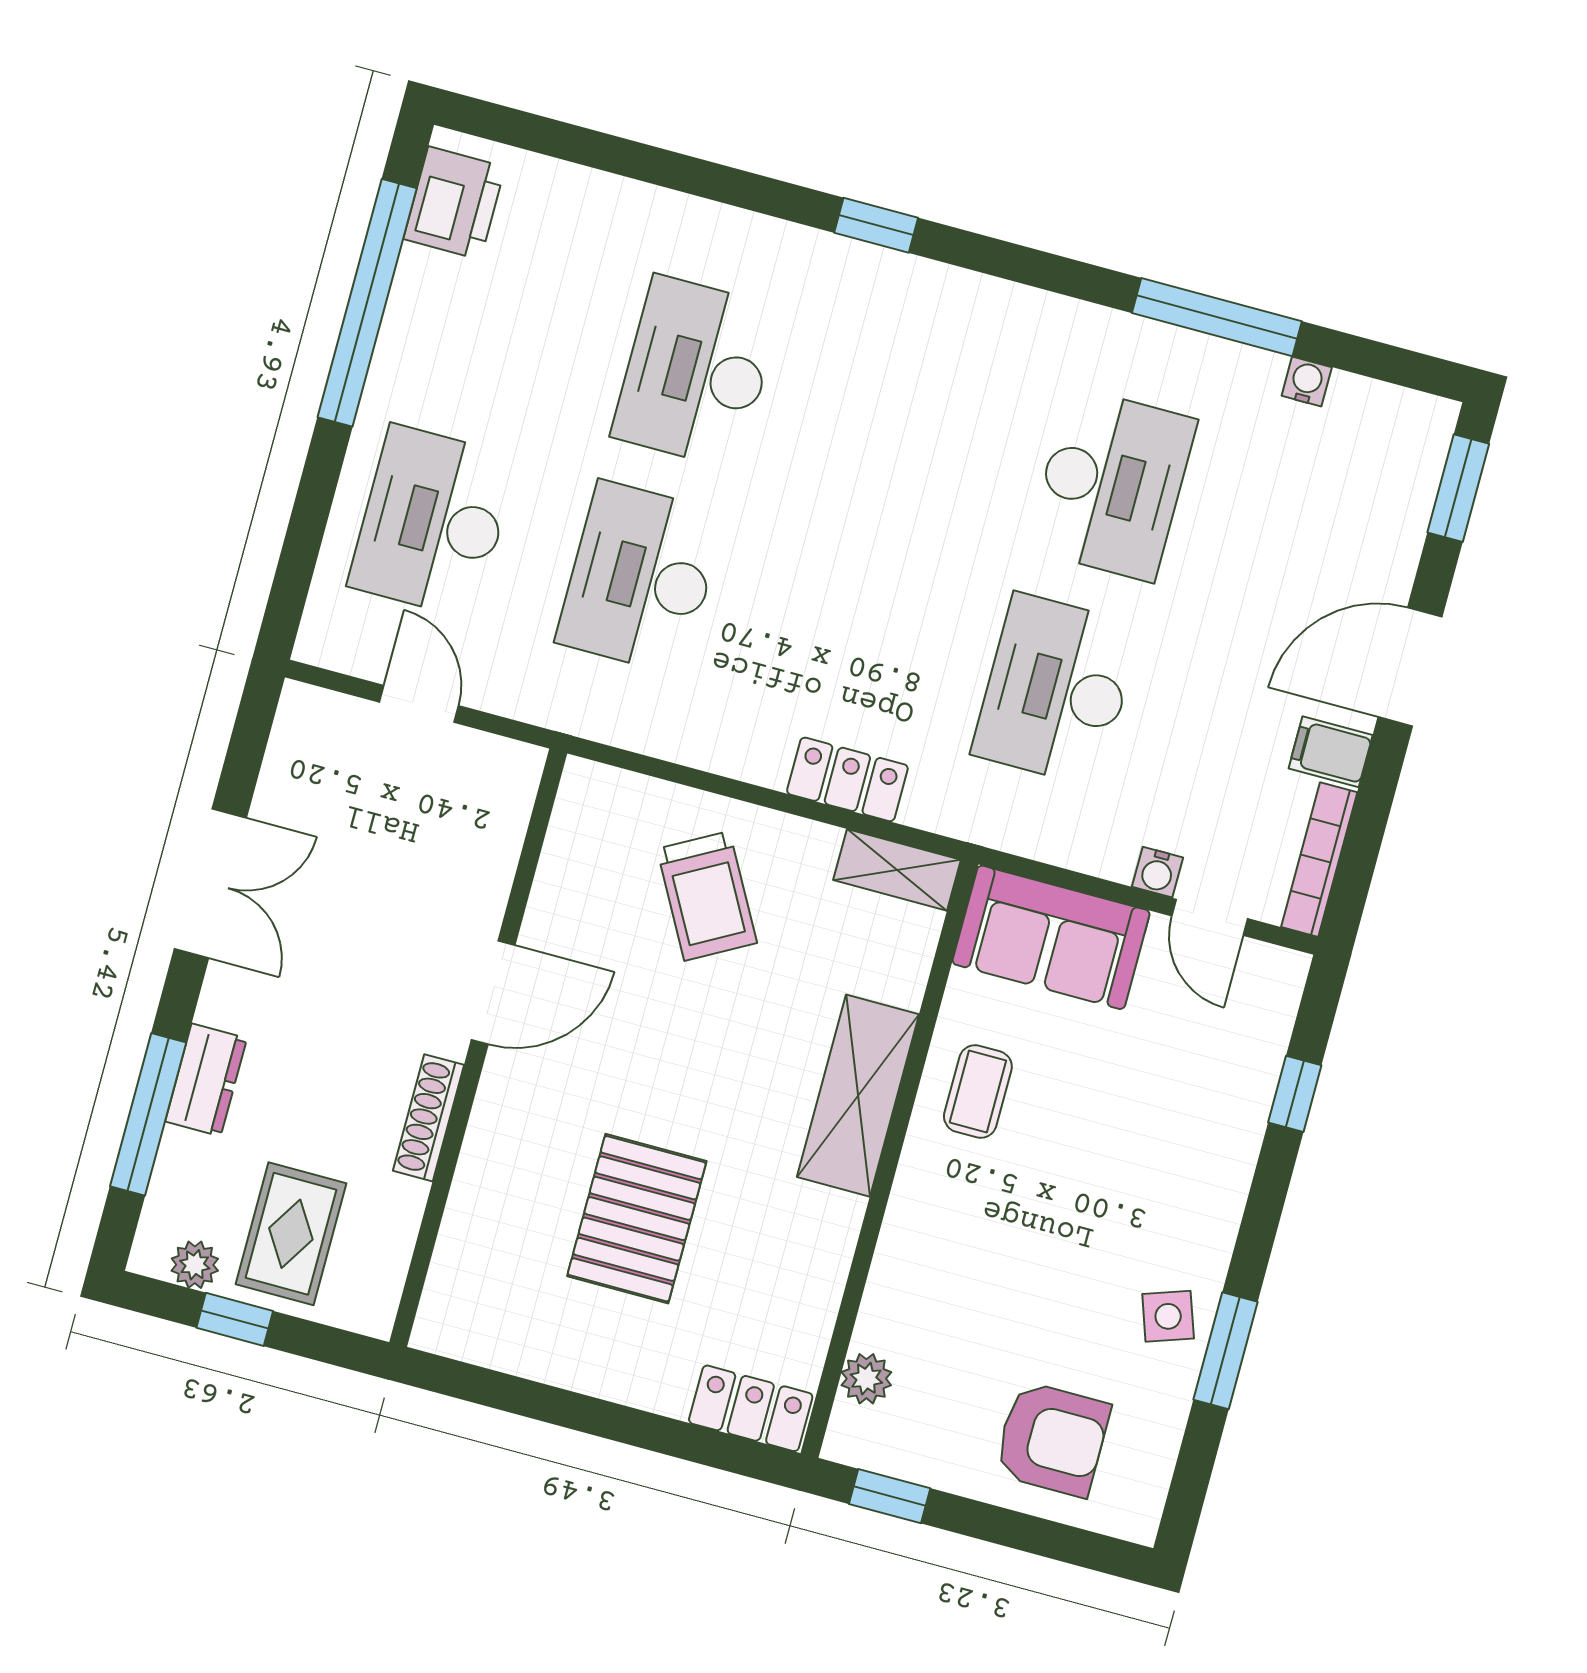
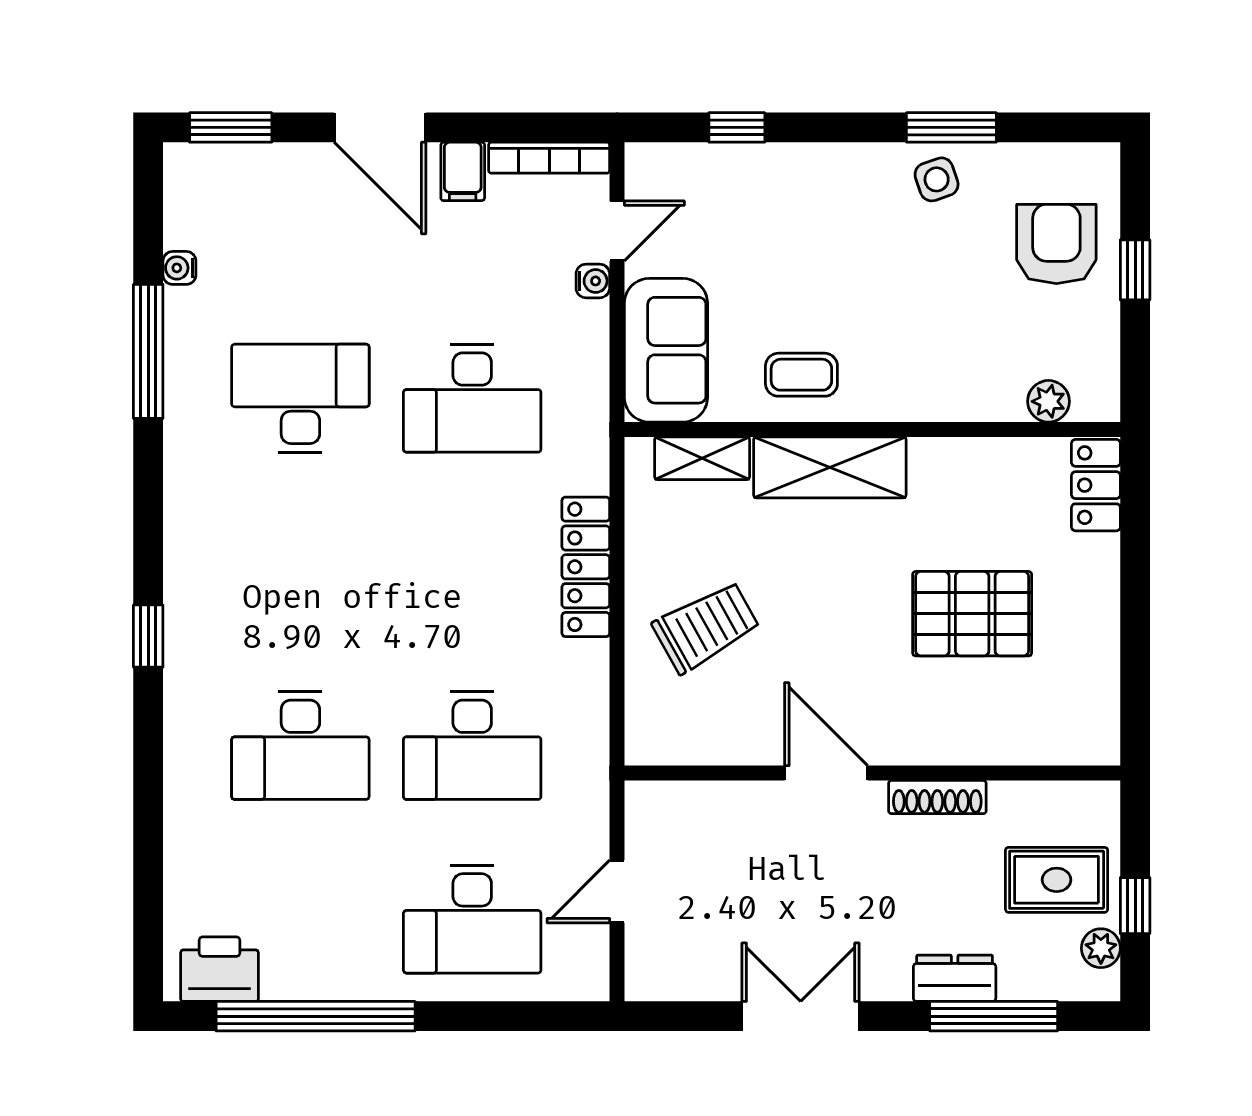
locker: (847, 779) -> (586, 567), width x1.53
shelving: (897, 870) -> (702, 458), moved, turned 90
window: (890, 1496) -> (1135, 270), moved

